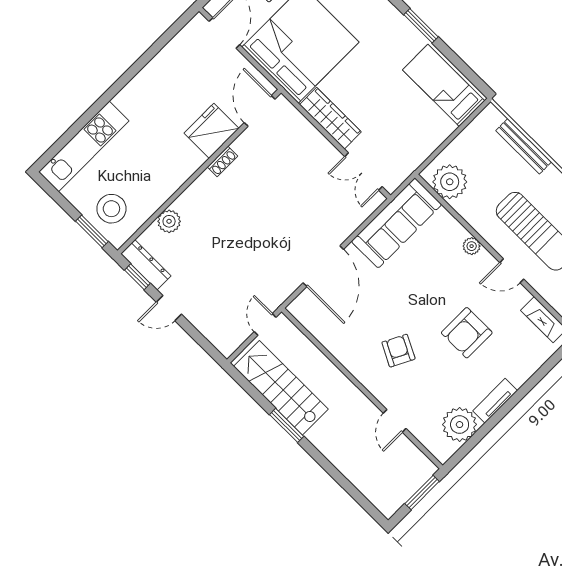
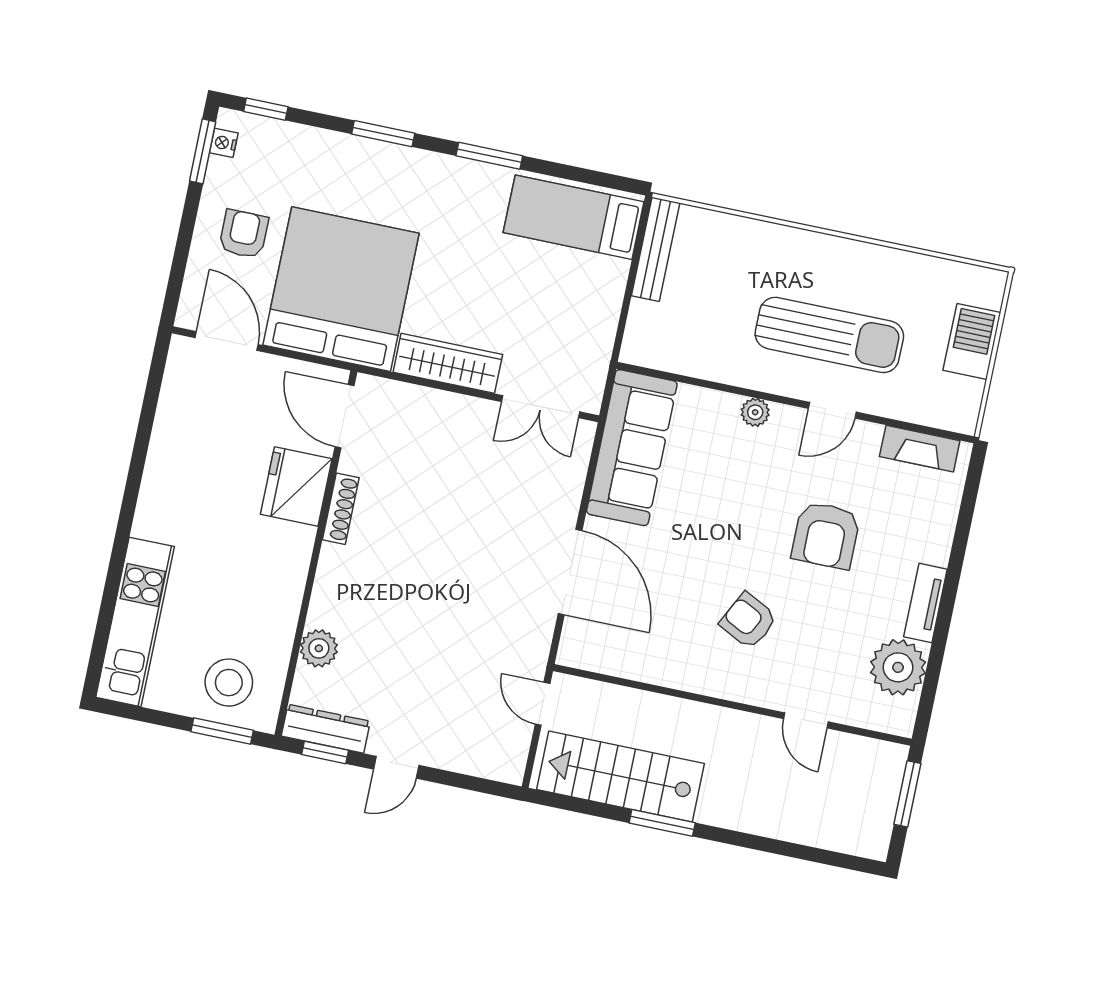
bench: (524, 146) -> (656, 249), moved, turned 90
shoe rack: (222, 161) -> (341, 509), width x1.43
plant: (450, 182) -> (668, 344), removed

